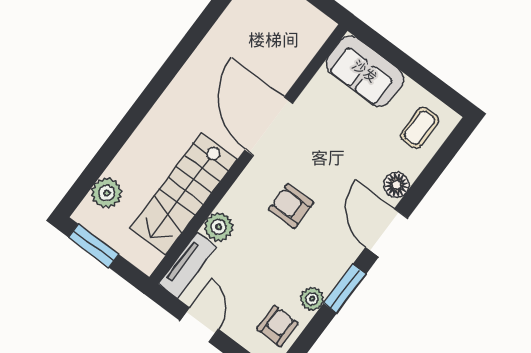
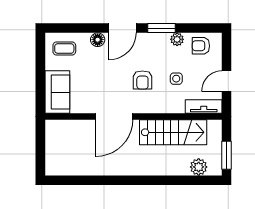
plant: (219, 227) -> (176, 105), removed
side table: (257, 256) -> (176, 79), added

